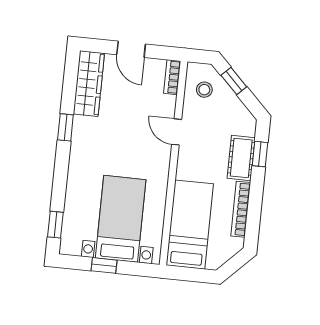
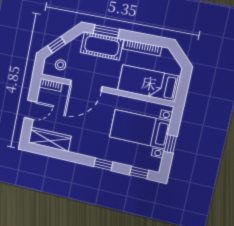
window: (65, 127) -> (103, 164), moved
door: (177, 132) -> (86, 86), width x1.87
window: (260, 154) -> (106, 31), width x1.50
cot: (241, 158) -> (102, 46), width x1.37, depth x1.34

